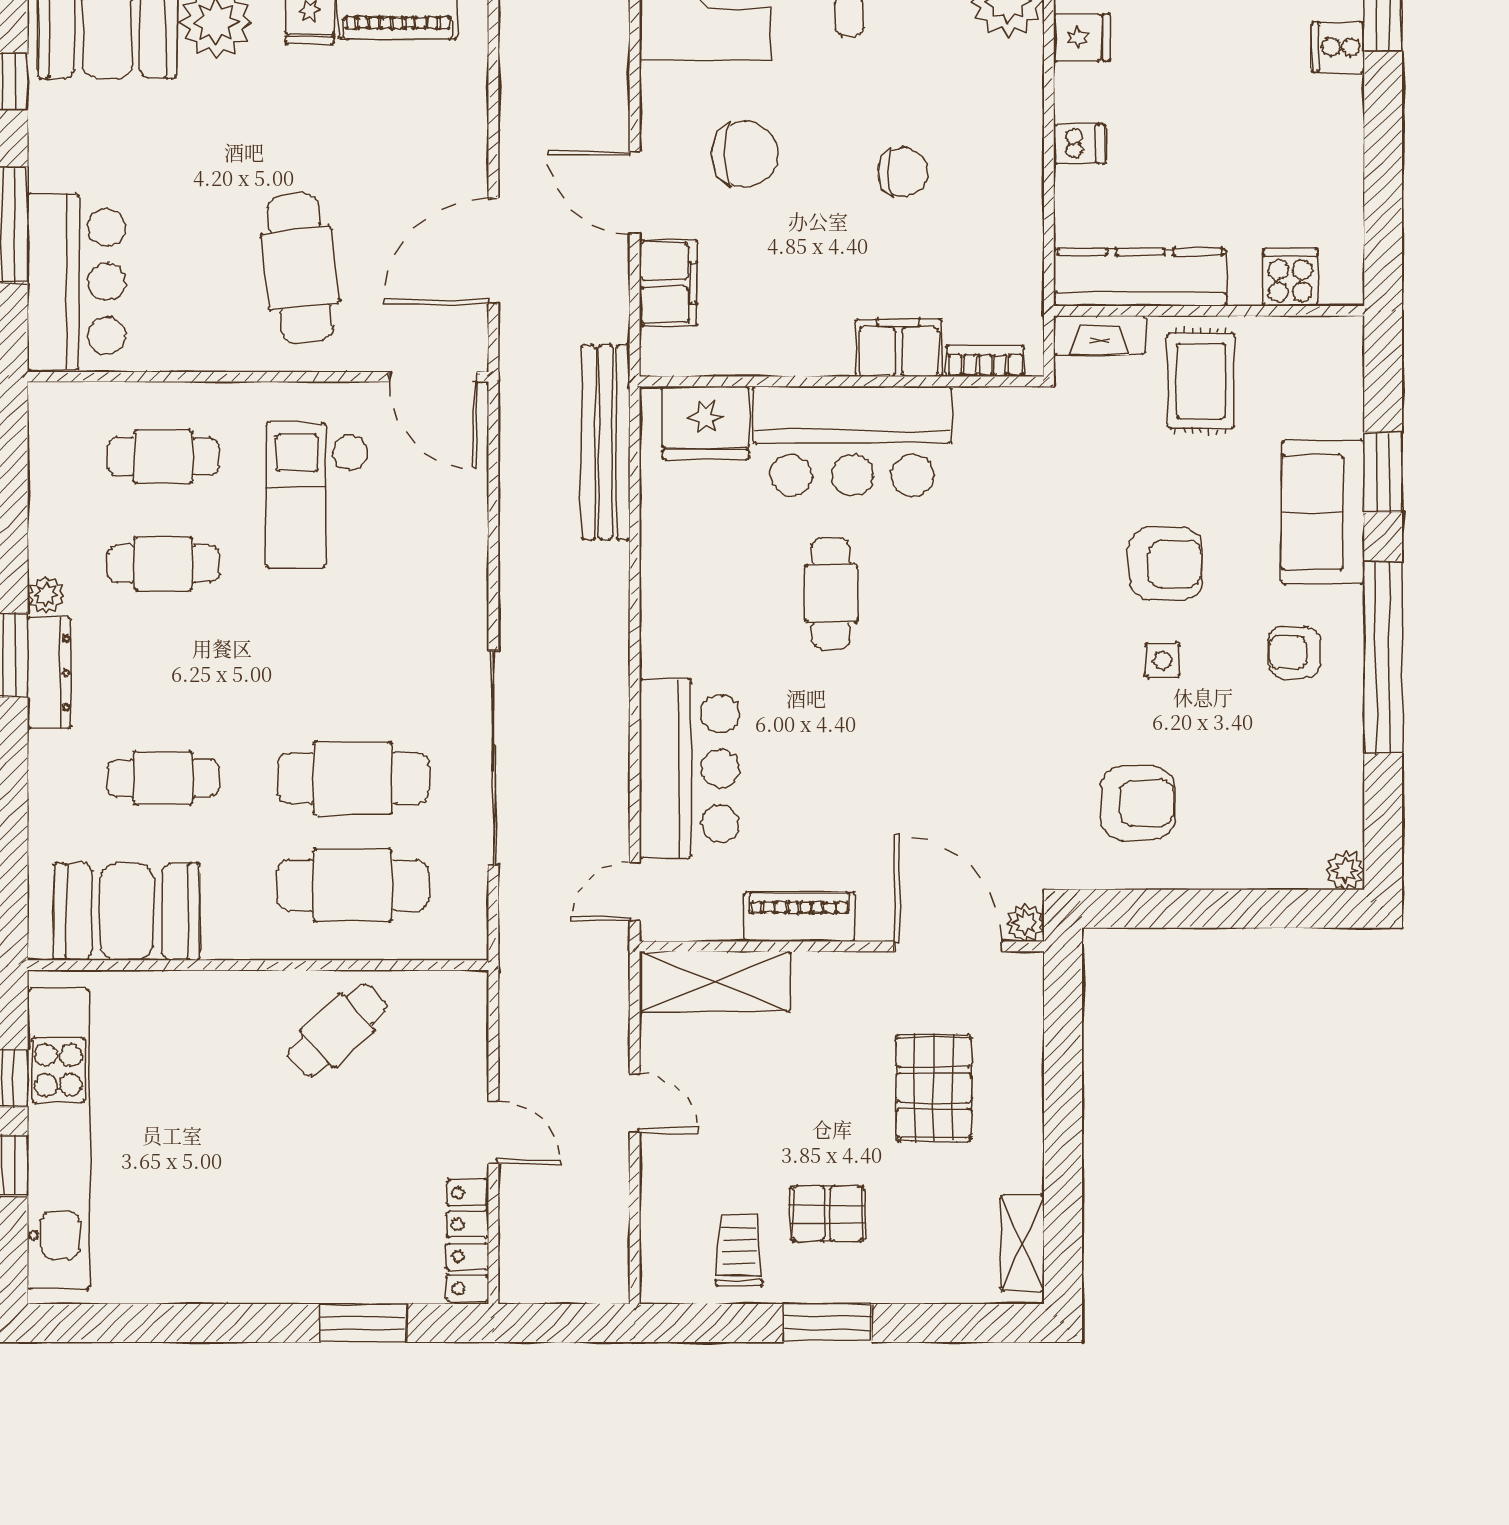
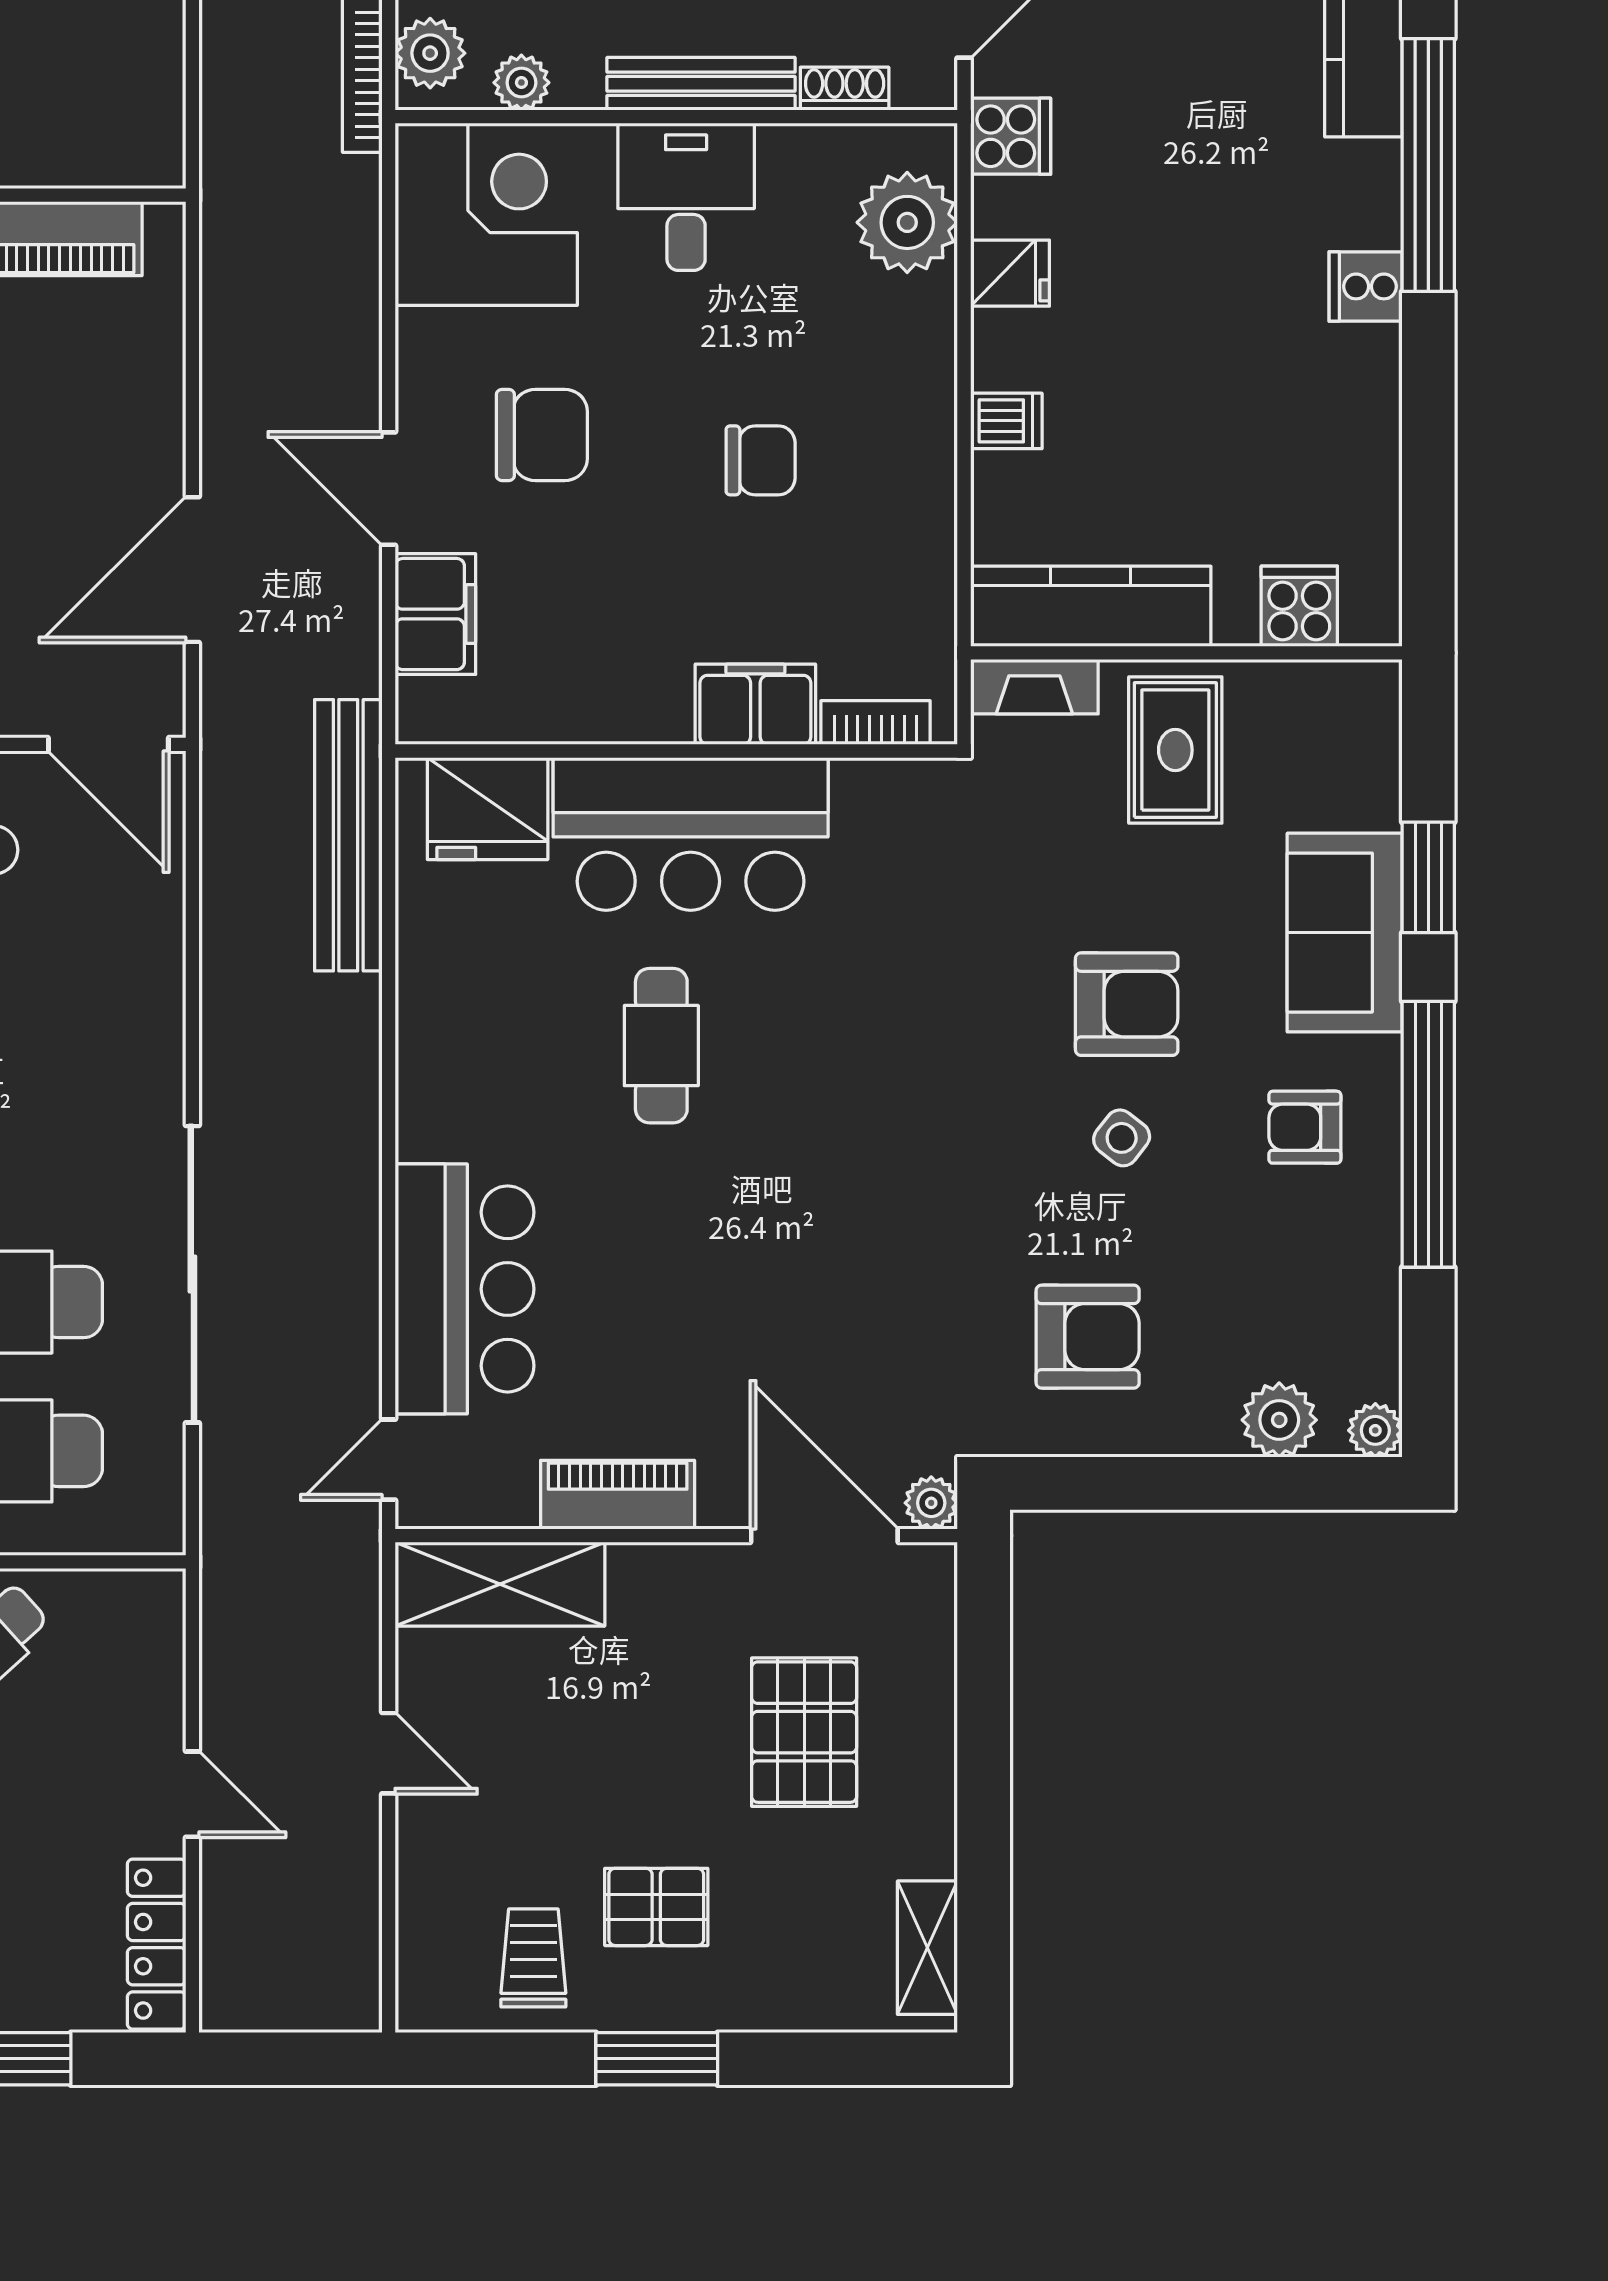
side table: (1162, 660) -> (1122, 1138), turned 38
plant: (1276, 863) -> (1279, 1420), added

